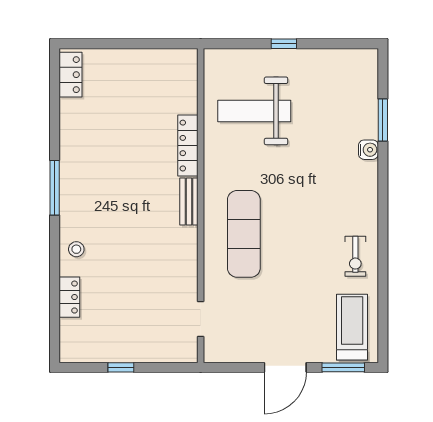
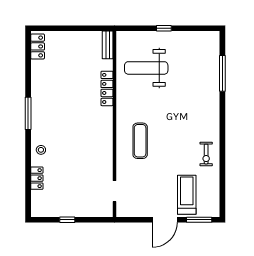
window: (383, 120) -> (222, 73), width x1.44
water cooler: (368, 150) -> (214, 91), removed
bench: (189, 201) -> (108, 45), moved
exercise mat: (244, 234) -> (140, 141), width x0.73, depth x0.69
treadmill: (352, 327) -> (187, 195), moved

